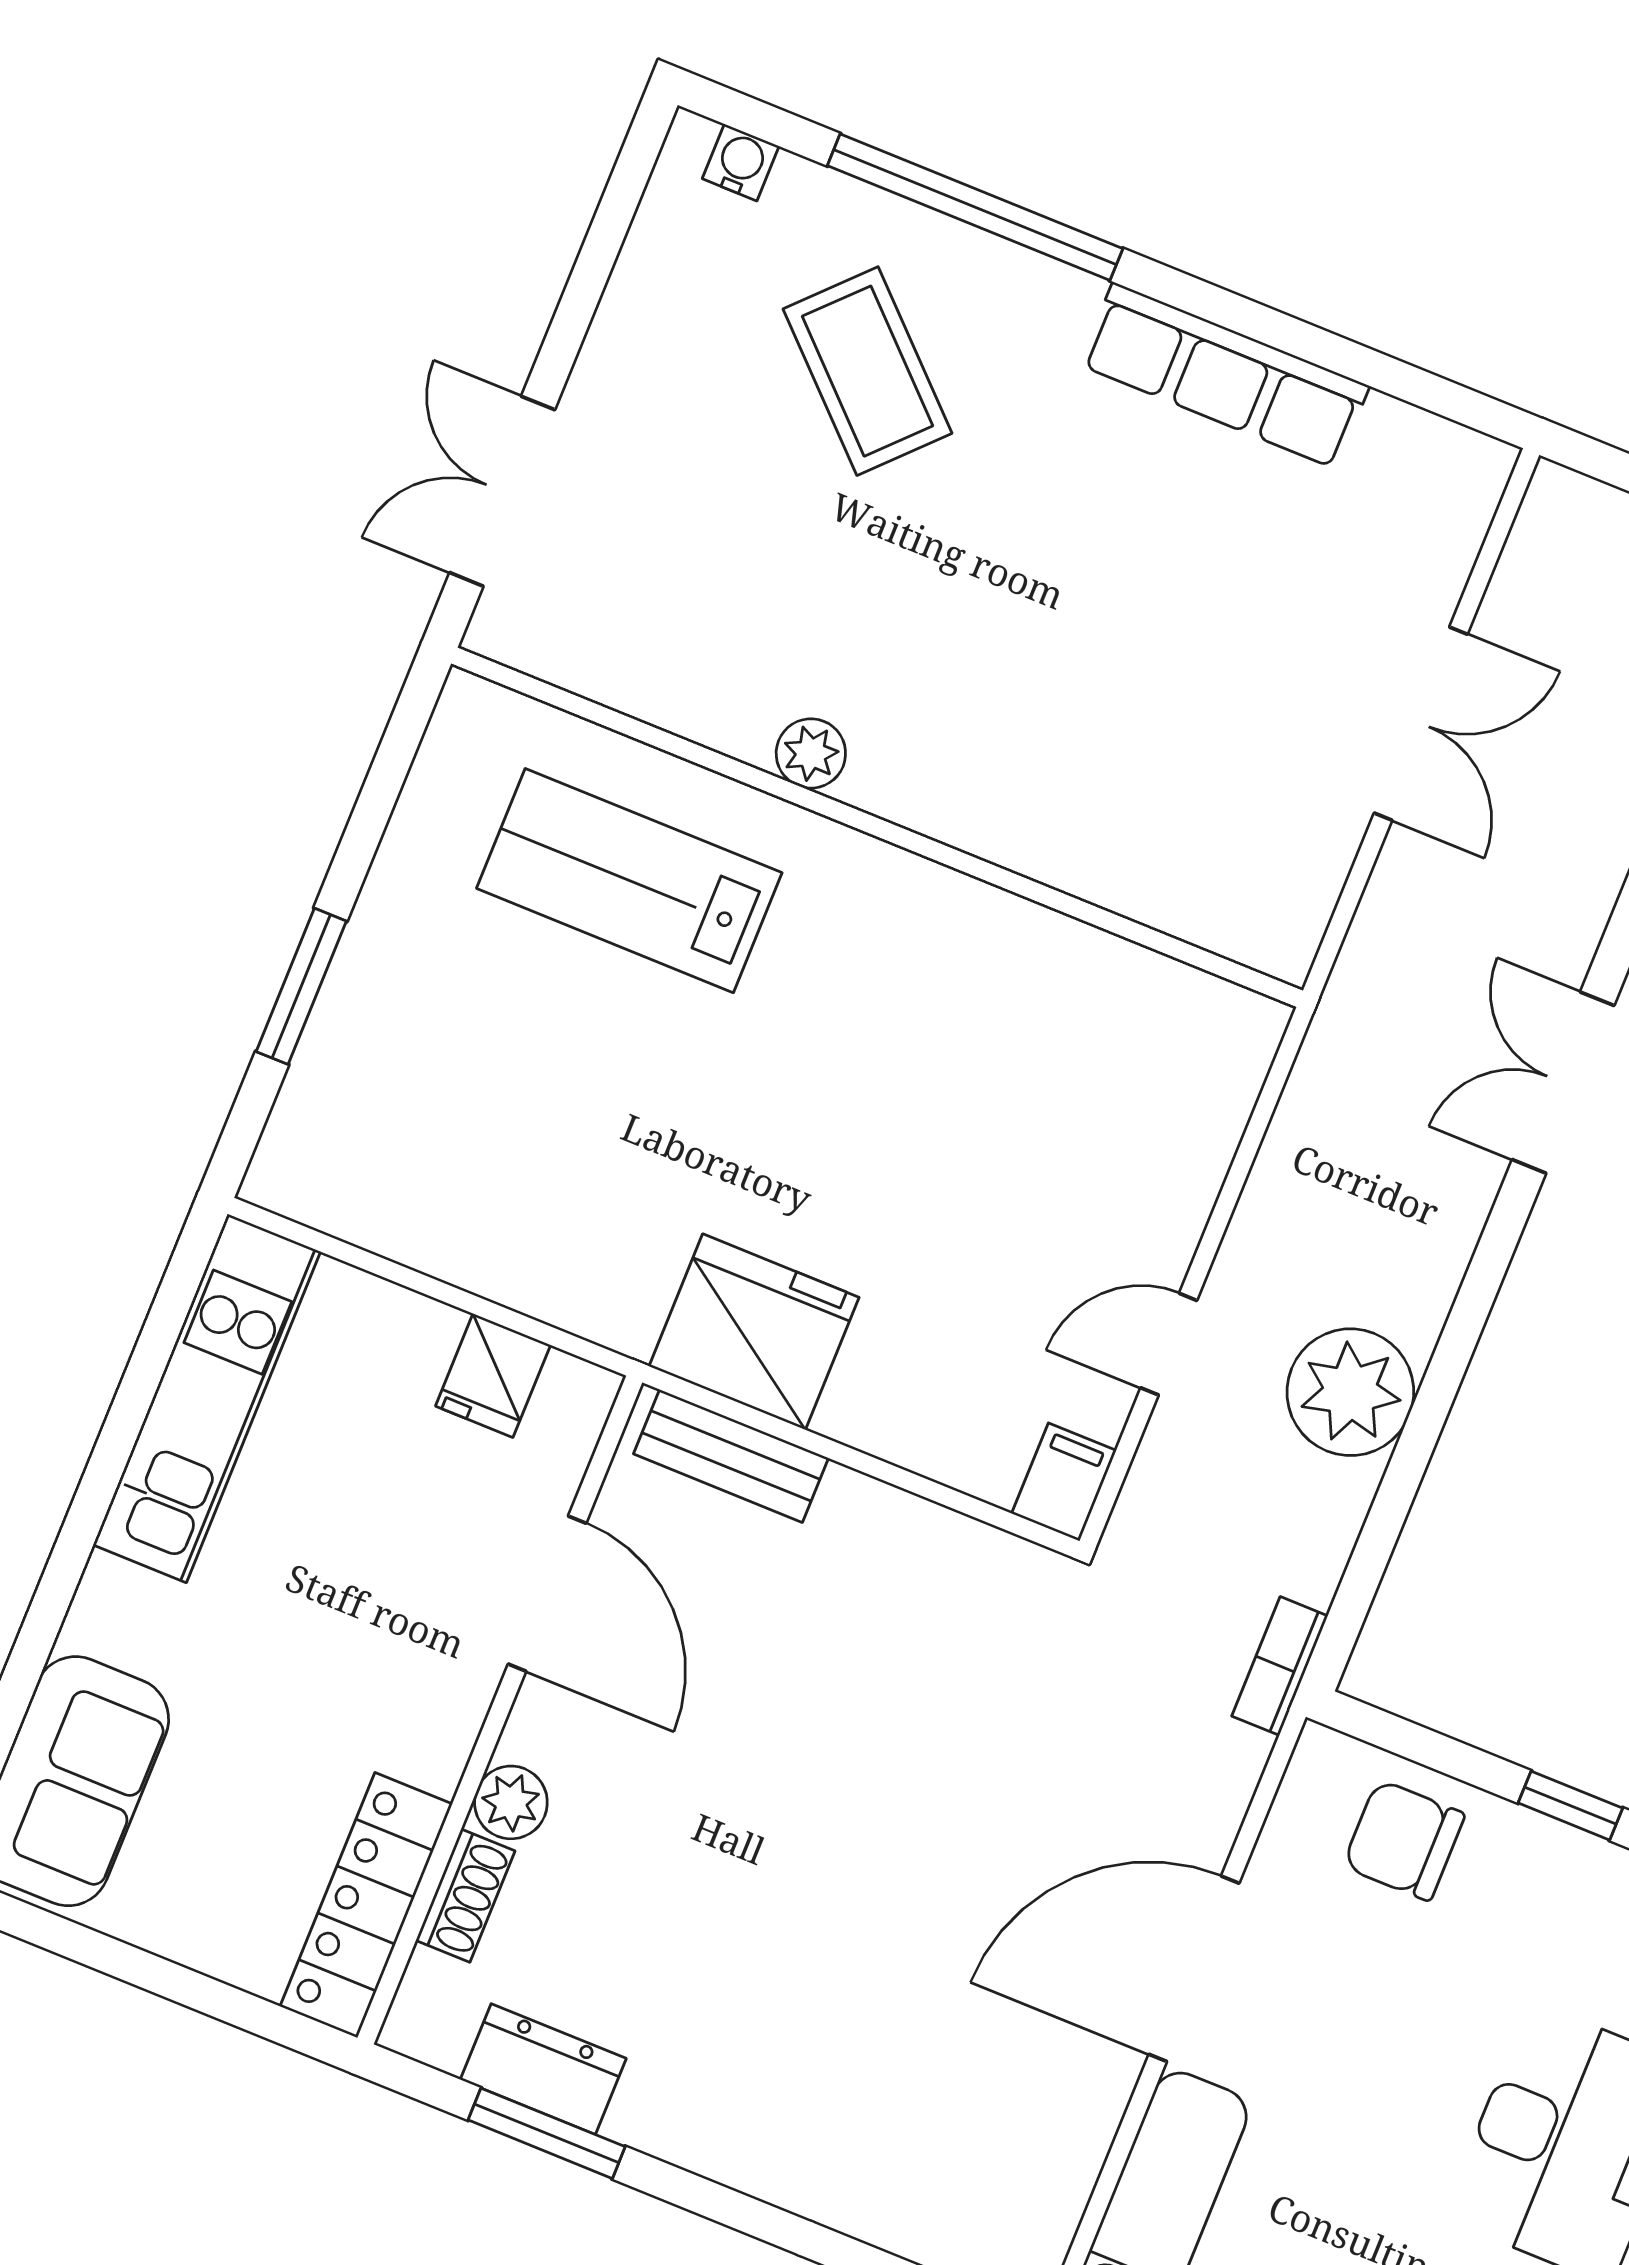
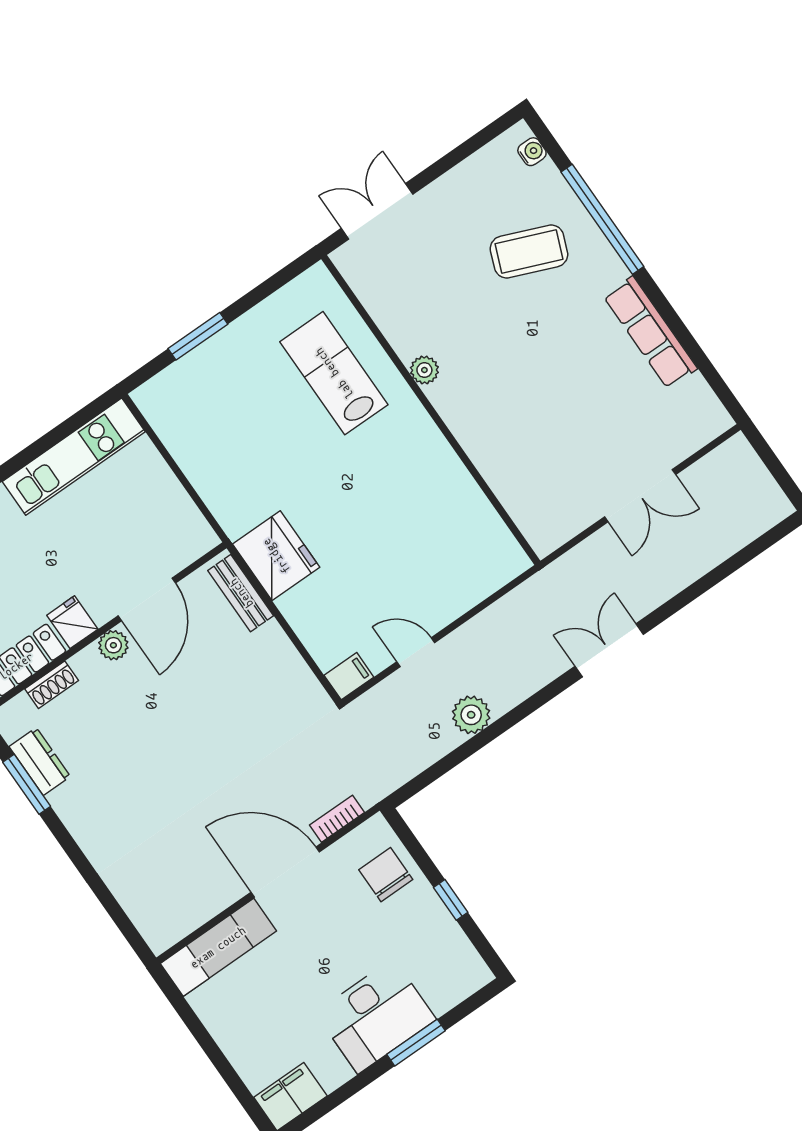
coffee table: (867, 371) -> (529, 251), turned 68
fridge: (493, 1376) -> (72, 622), moved, turned 90
plant: (1350, 1392) -> (471, 715), width x0.73, depth x0.73
bookcase: (1280, 1666) -> (337, 819), moved
plant: (511, 1802) -> (113, 645), moved

